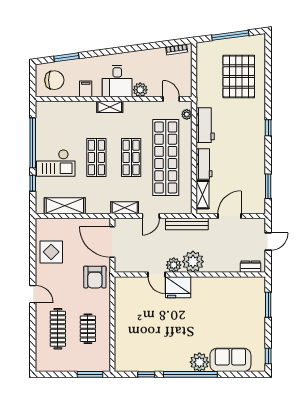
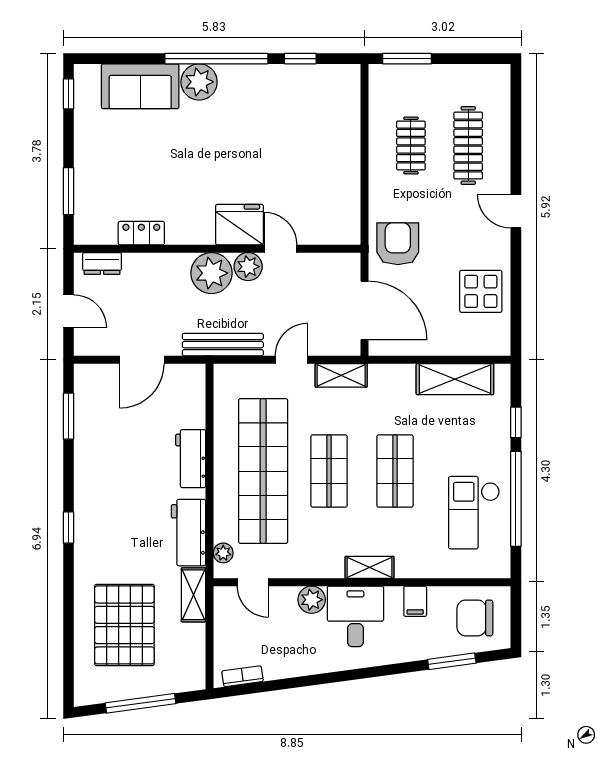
checkout: (56, 163) -> (474, 513), moved, turned -90
shelving: (202, 195) -> (193, 595), moved
door: (268, 241) -> (69, 311), swing flipped
locker: (230, 283) -> (141, 233), added

